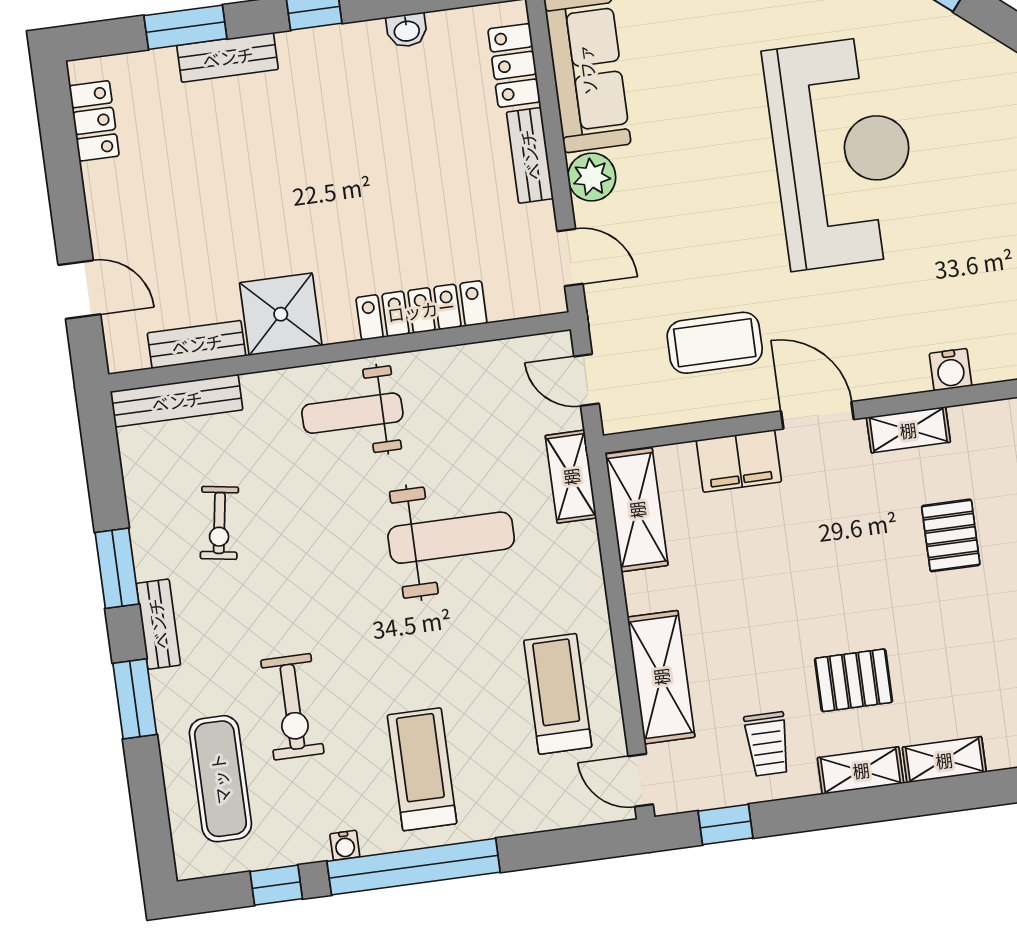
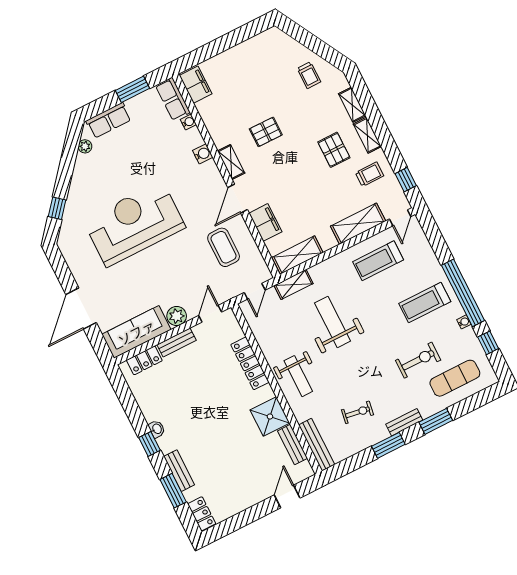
washbasin: (407, 30) -> (157, 429), moved
locker: (94, 121) -> (202, 514), moved, turned 90

